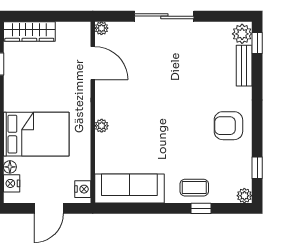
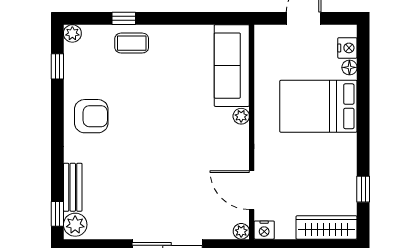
sofa: (129, 188) -> (232, 66), moved, turned 90
nightstand: (83, 189) -> (264, 230), moved, turned -90

